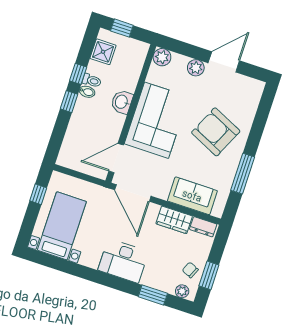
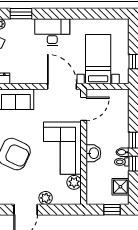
plant: (162, 57) -> (74, 182), moved
wardrobe: (174, 220) -> (24, 76), removed
bed with nightstands: (62, 226) -> (98, 59), moved, turned 180

